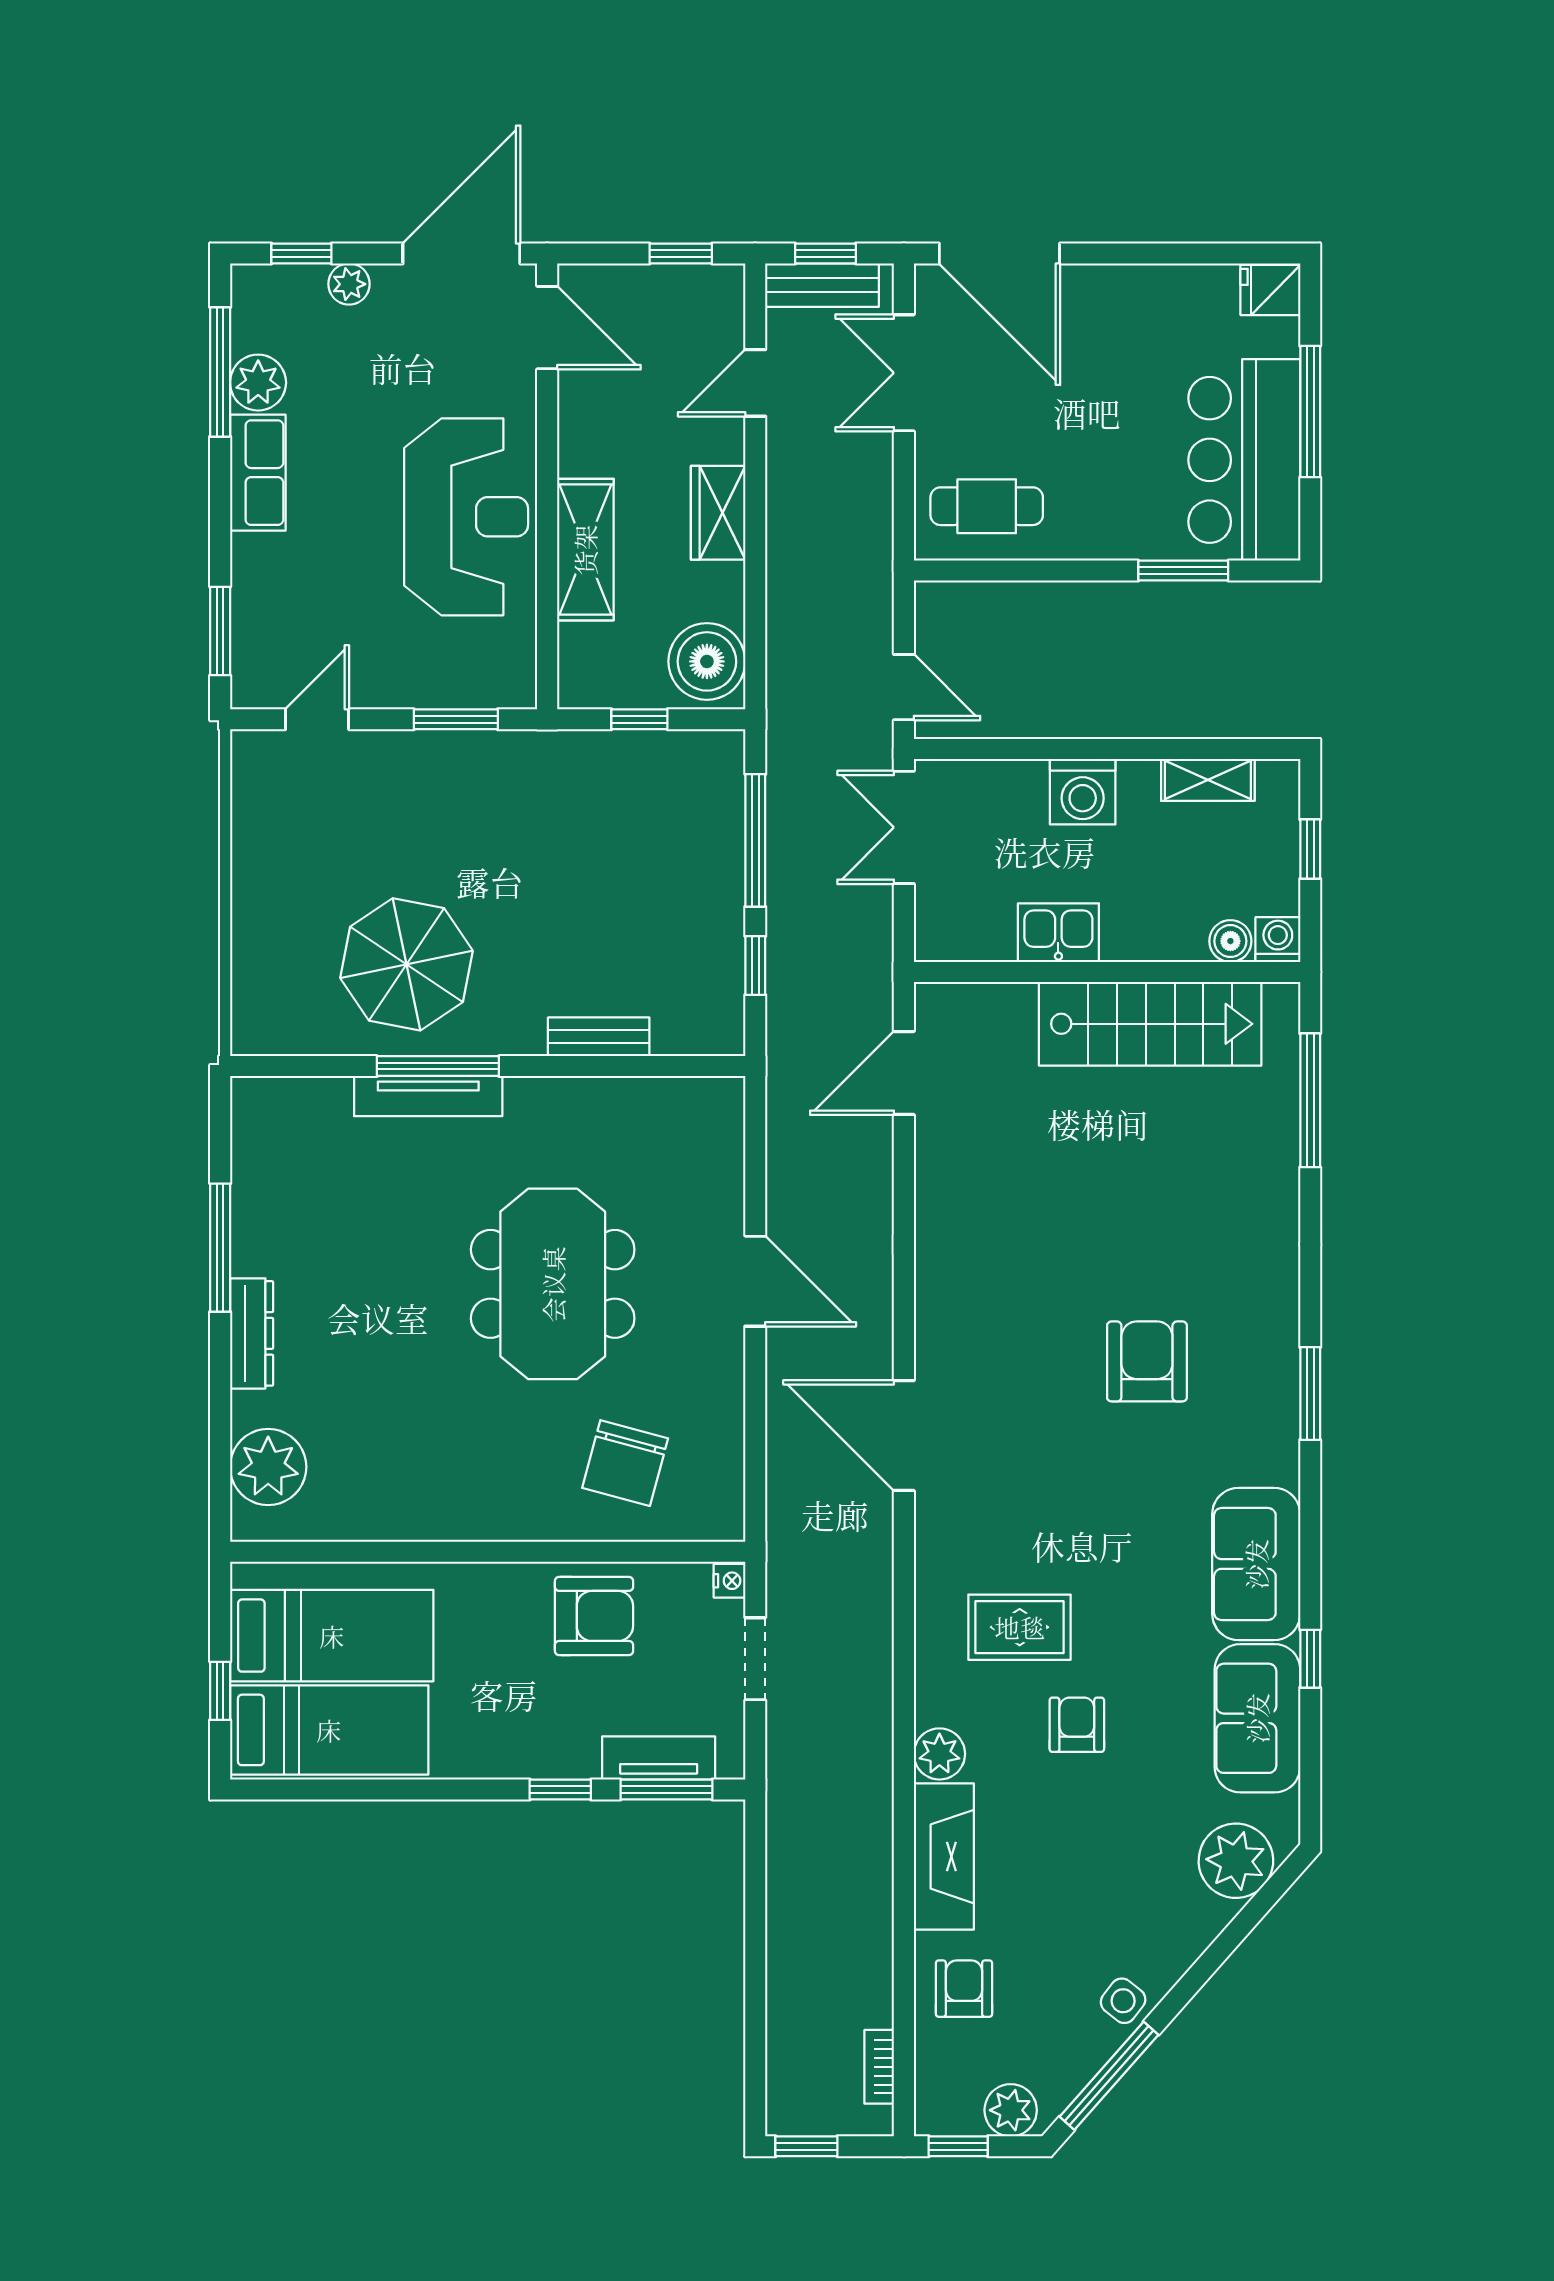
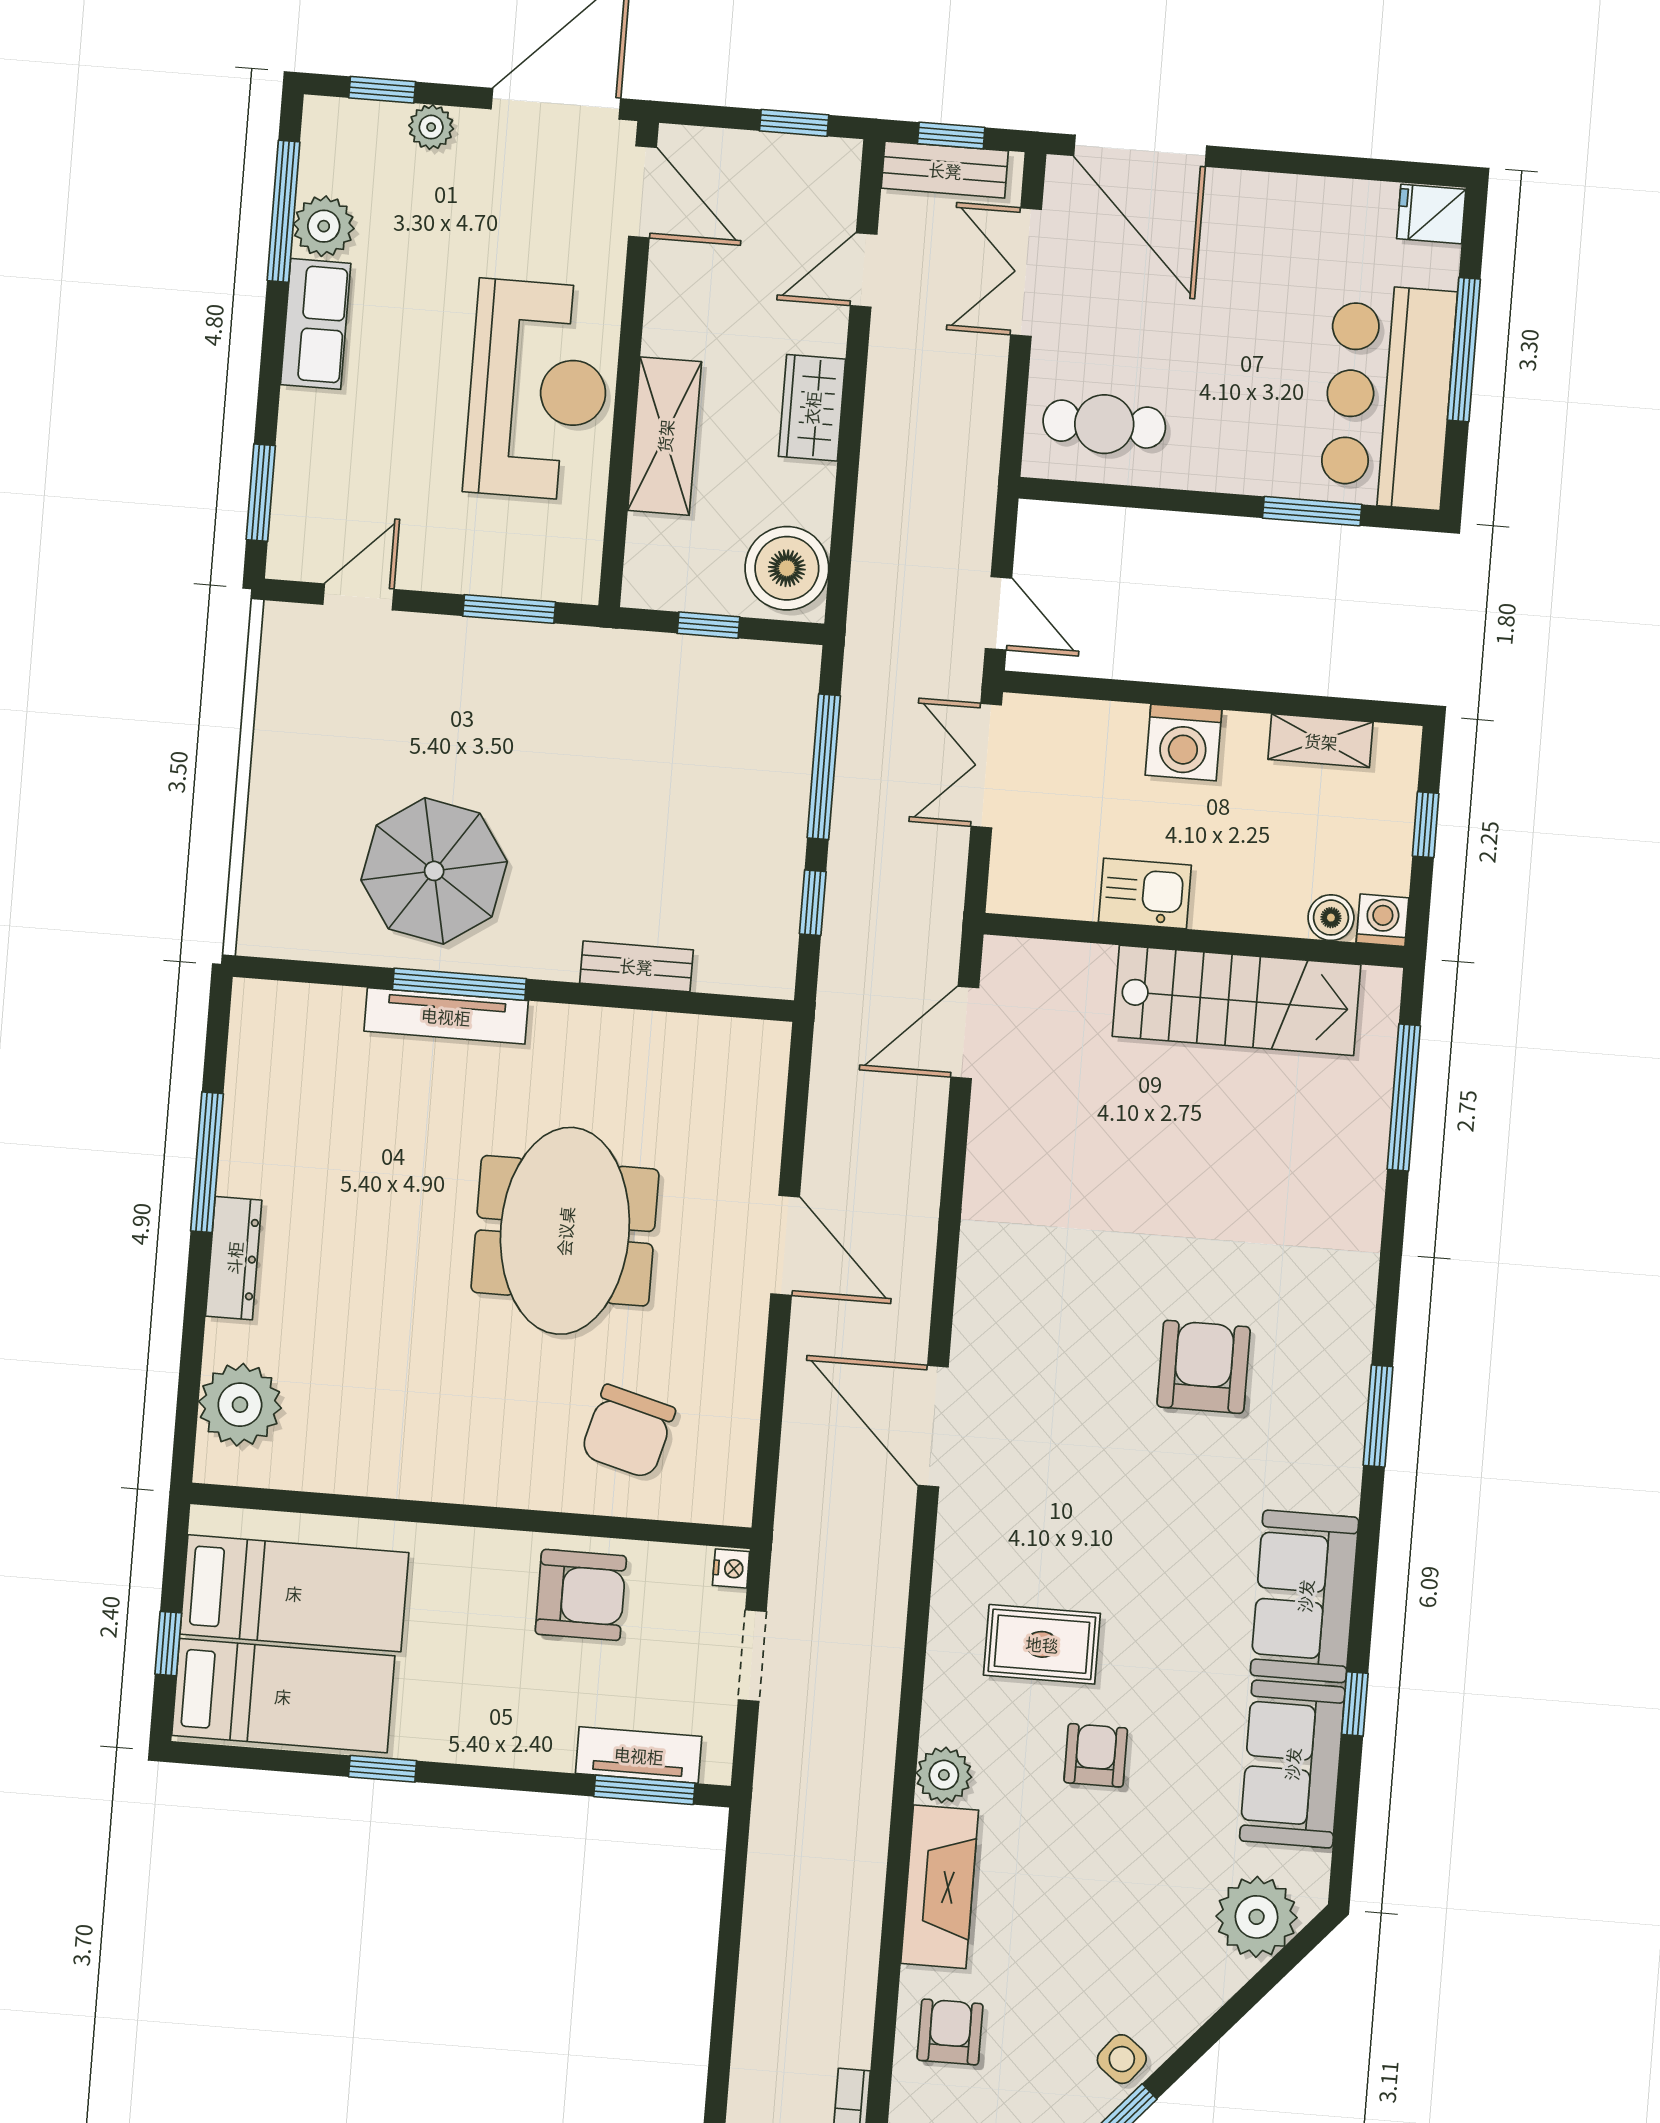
window: (560, 1790) -> (383, 1769), moved

